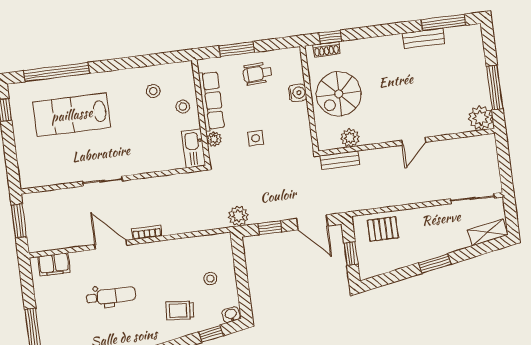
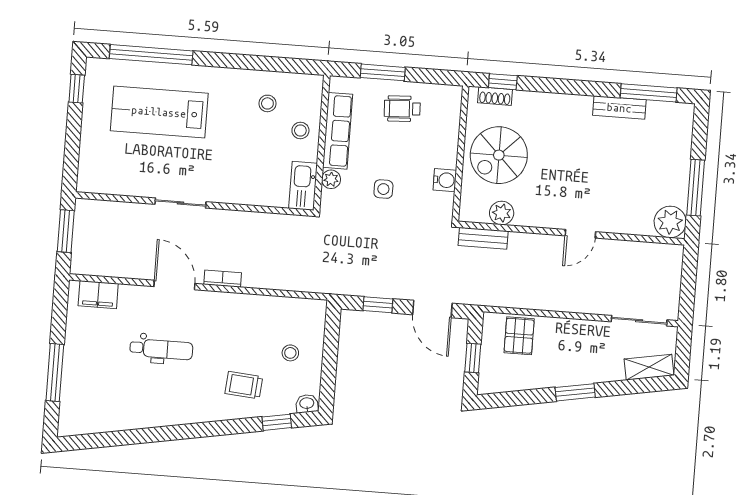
water cooler: (298, 93) -> (445, 180), moved
plant: (238, 216) -> (342, 282), removed
pallet: (383, 229) -> (519, 336), turned 90

